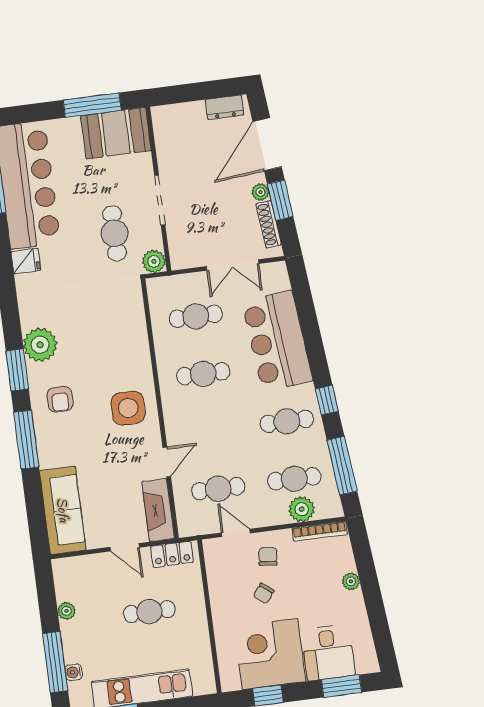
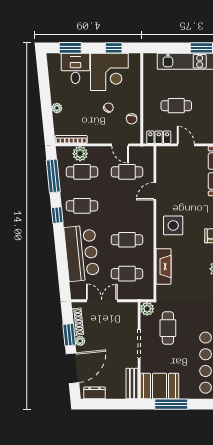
bench: (163, 131) -> (132, 384), added
fireplace: (158, 510) -> (163, 266), moved
chair: (268, 556) -> (132, 119), moved

